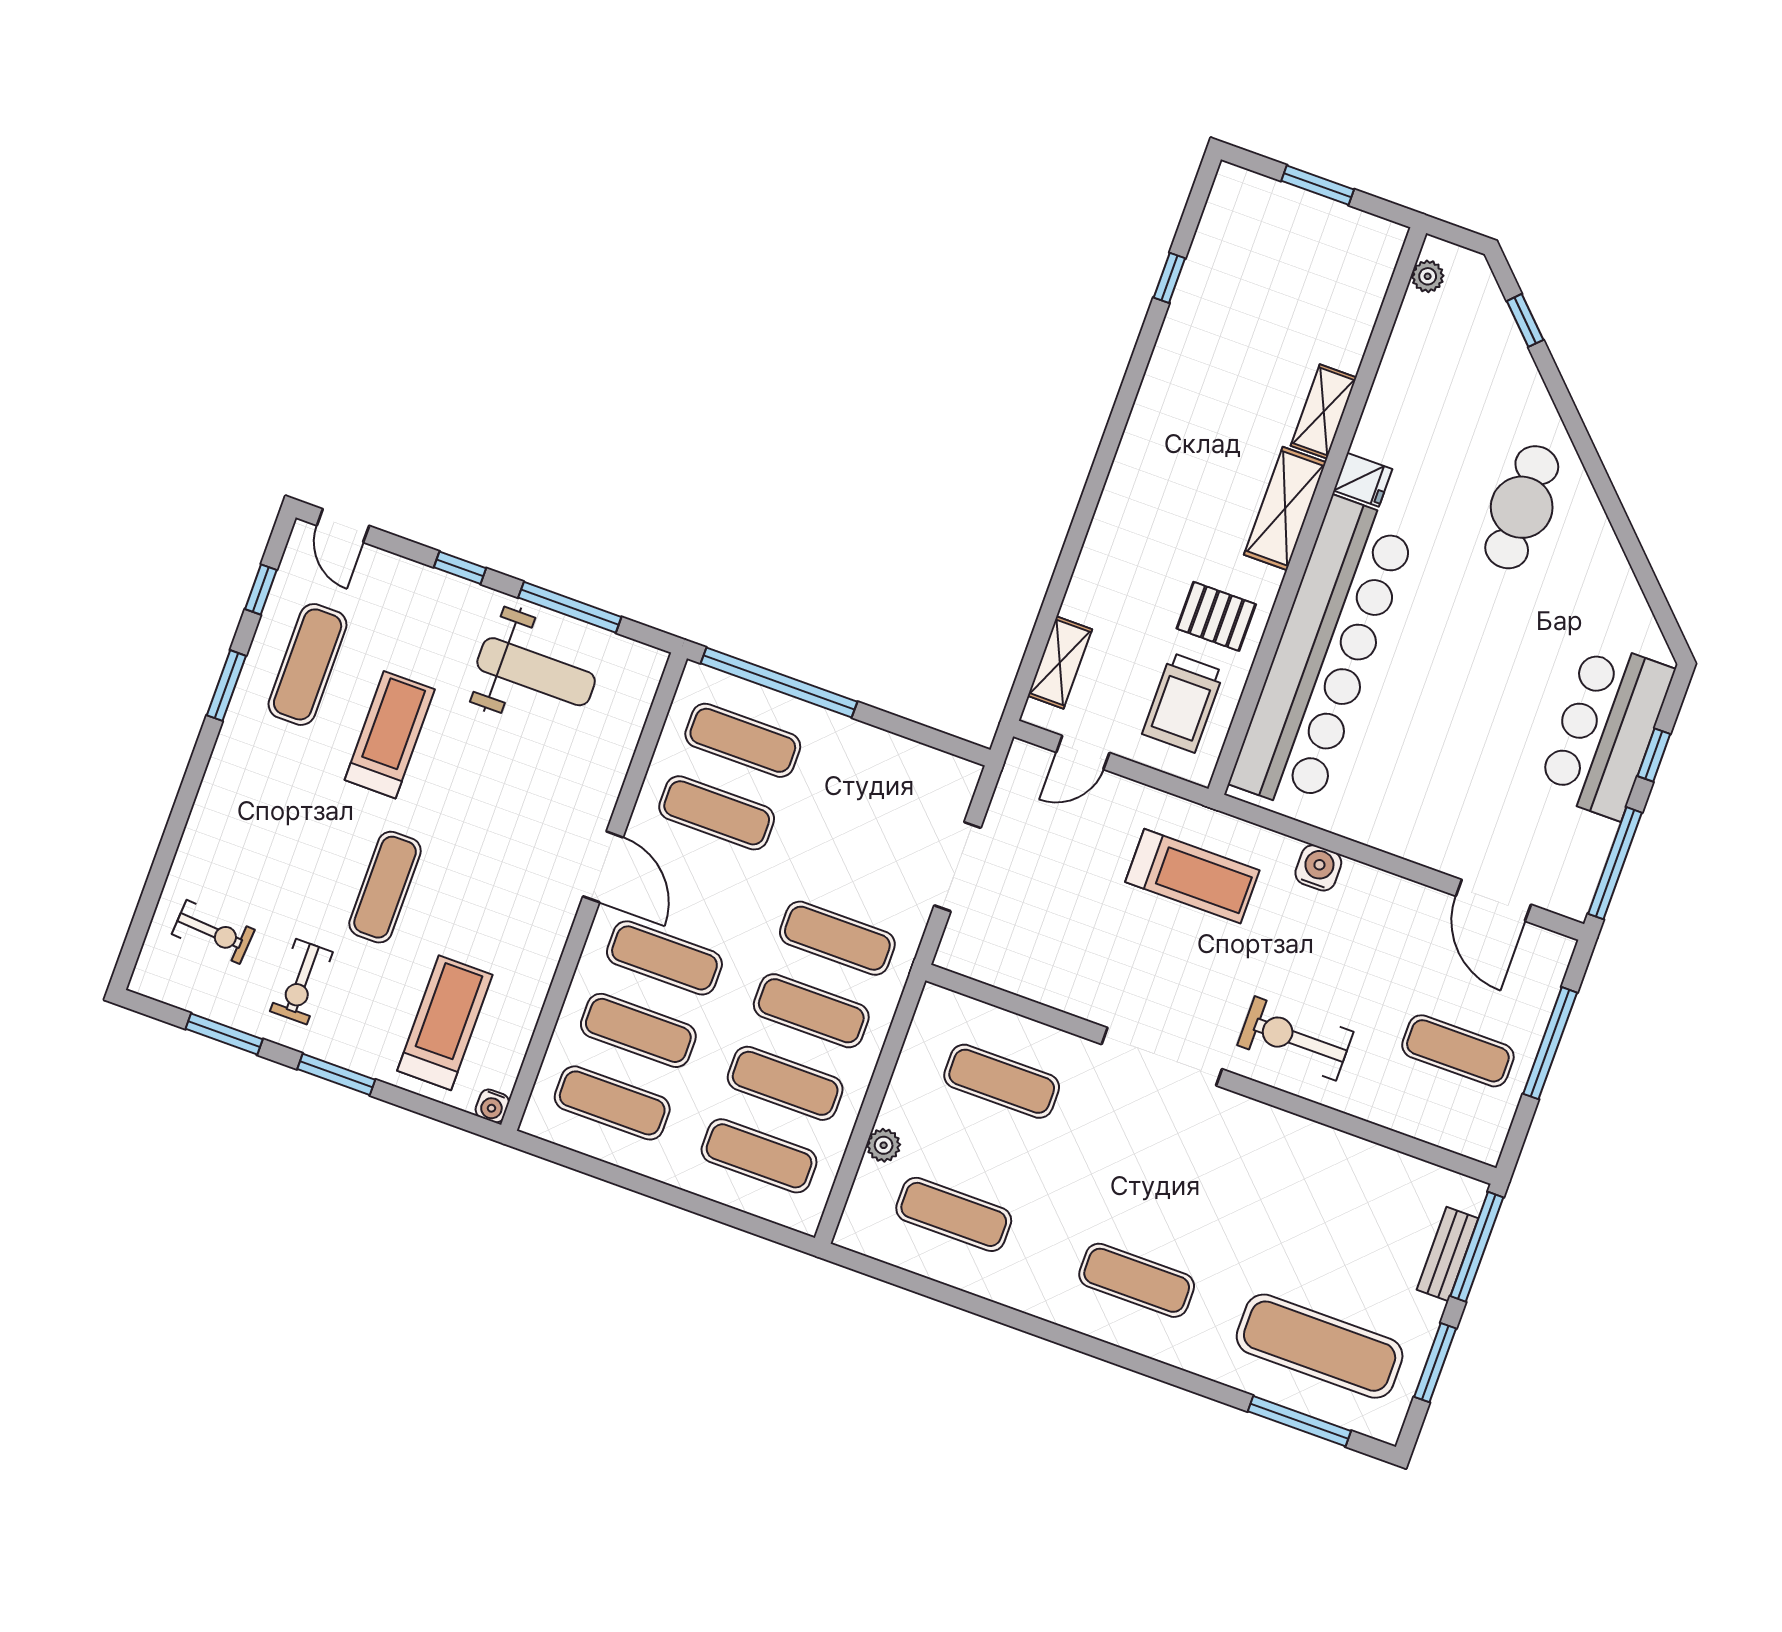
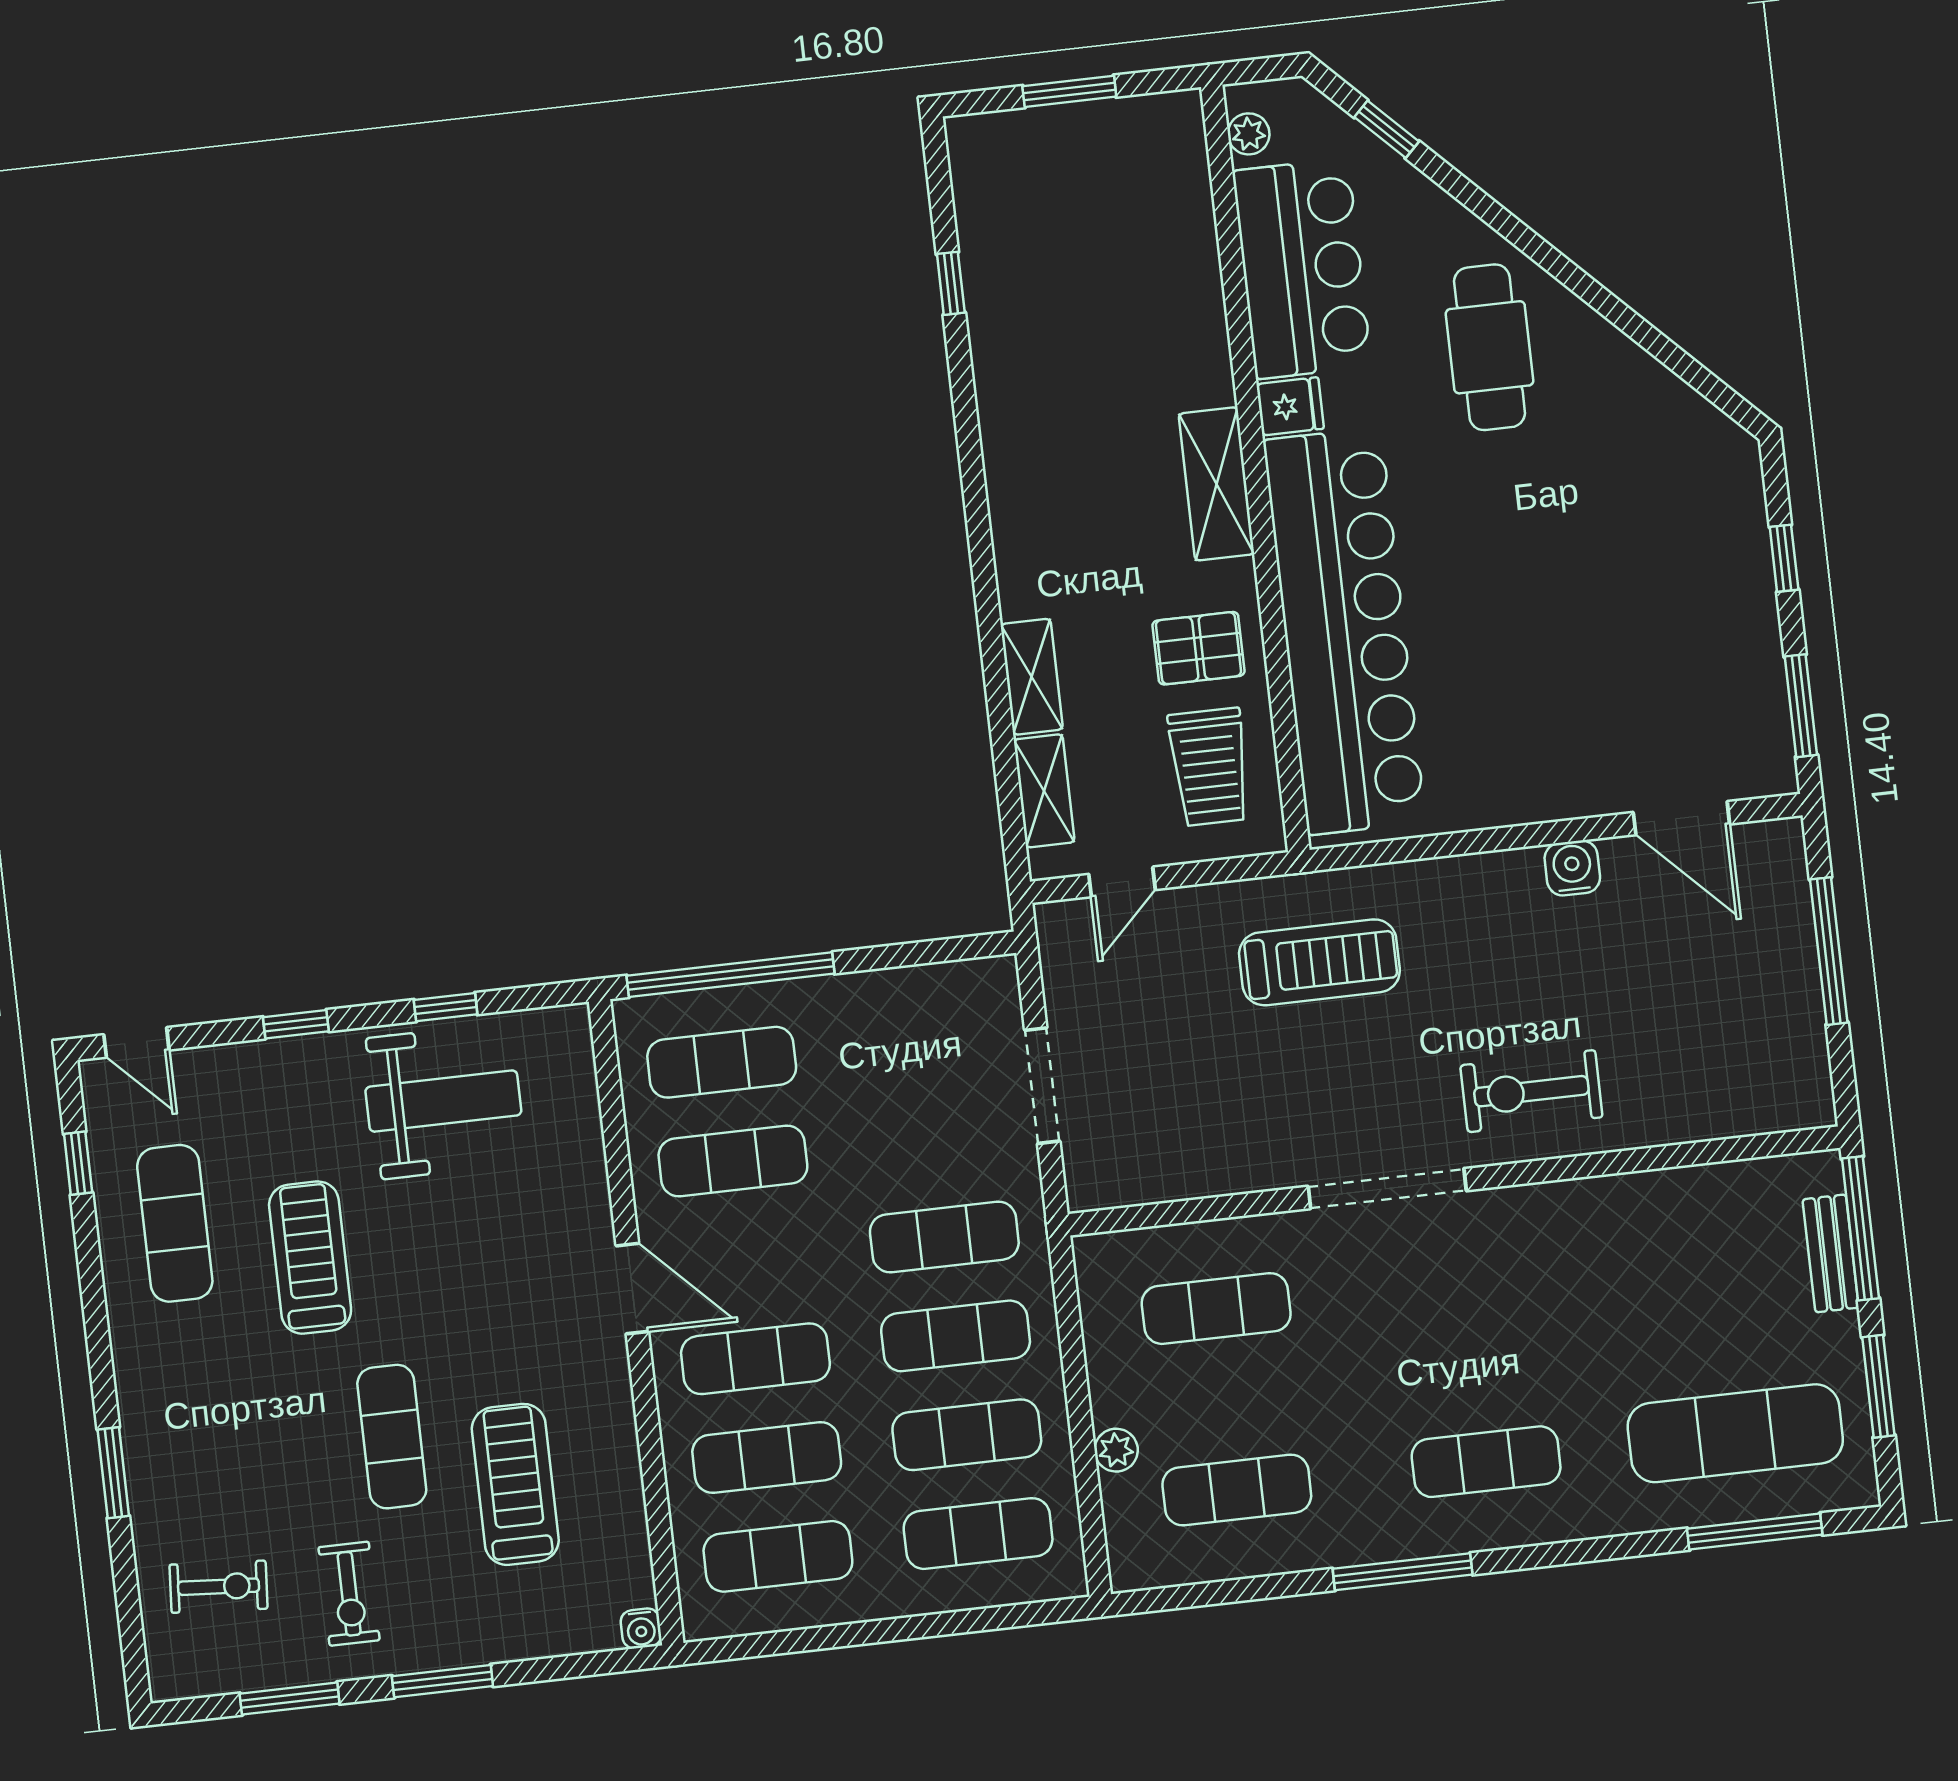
shelving: (1324, 412) -> (1032, 677), moved
window: (570, 607) -> (446, 1007), width x0.46
window: (226, 686) -> (113, 1473), moved
bar counter: (1606, 730) -> (1302, 269), moved, turned 180
window: (1615, 863) -> (1801, 706), width x0.69
water cooler: (1318, 868) -> (1572, 868), moved
treadmill: (445, 1023) -> (515, 1484), moved
exercise mat: (1458, 1051) -> (1726, 1013), removed
window: (1041, 1328) -> (1403, 1572), added

